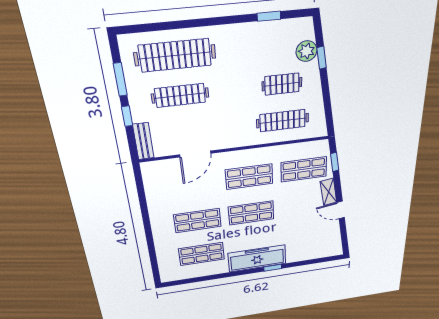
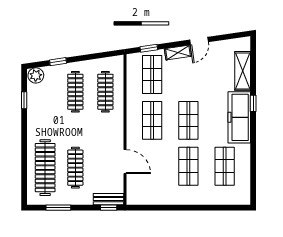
plant: (306, 51) -> (36, 75), moved
clothes rail: (282, 84) -> (75, 92), width x1.36
window: (127, 116) -> (109, 208), moved
shelving: (307, 254) -> (243, 71), added

